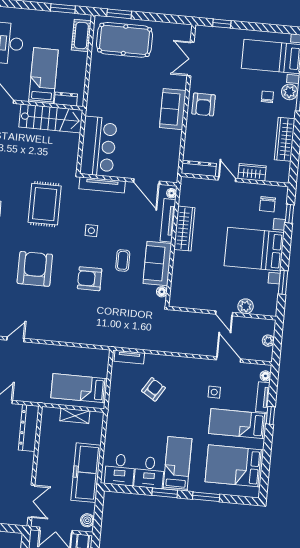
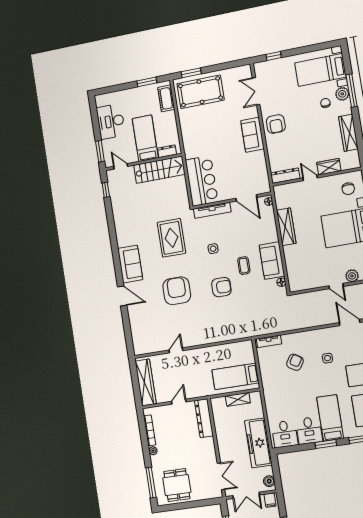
tv unit: (168, 220) -> (271, 224), removed
armchair: (90, 279) -> (221, 287), turned 180
side table: (214, 392) -> (327, 358), moved

